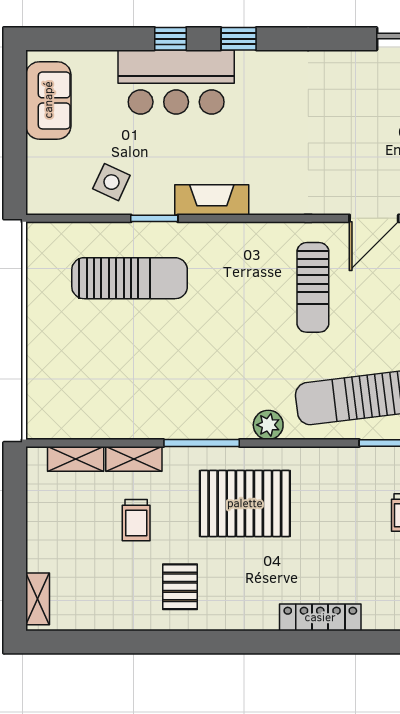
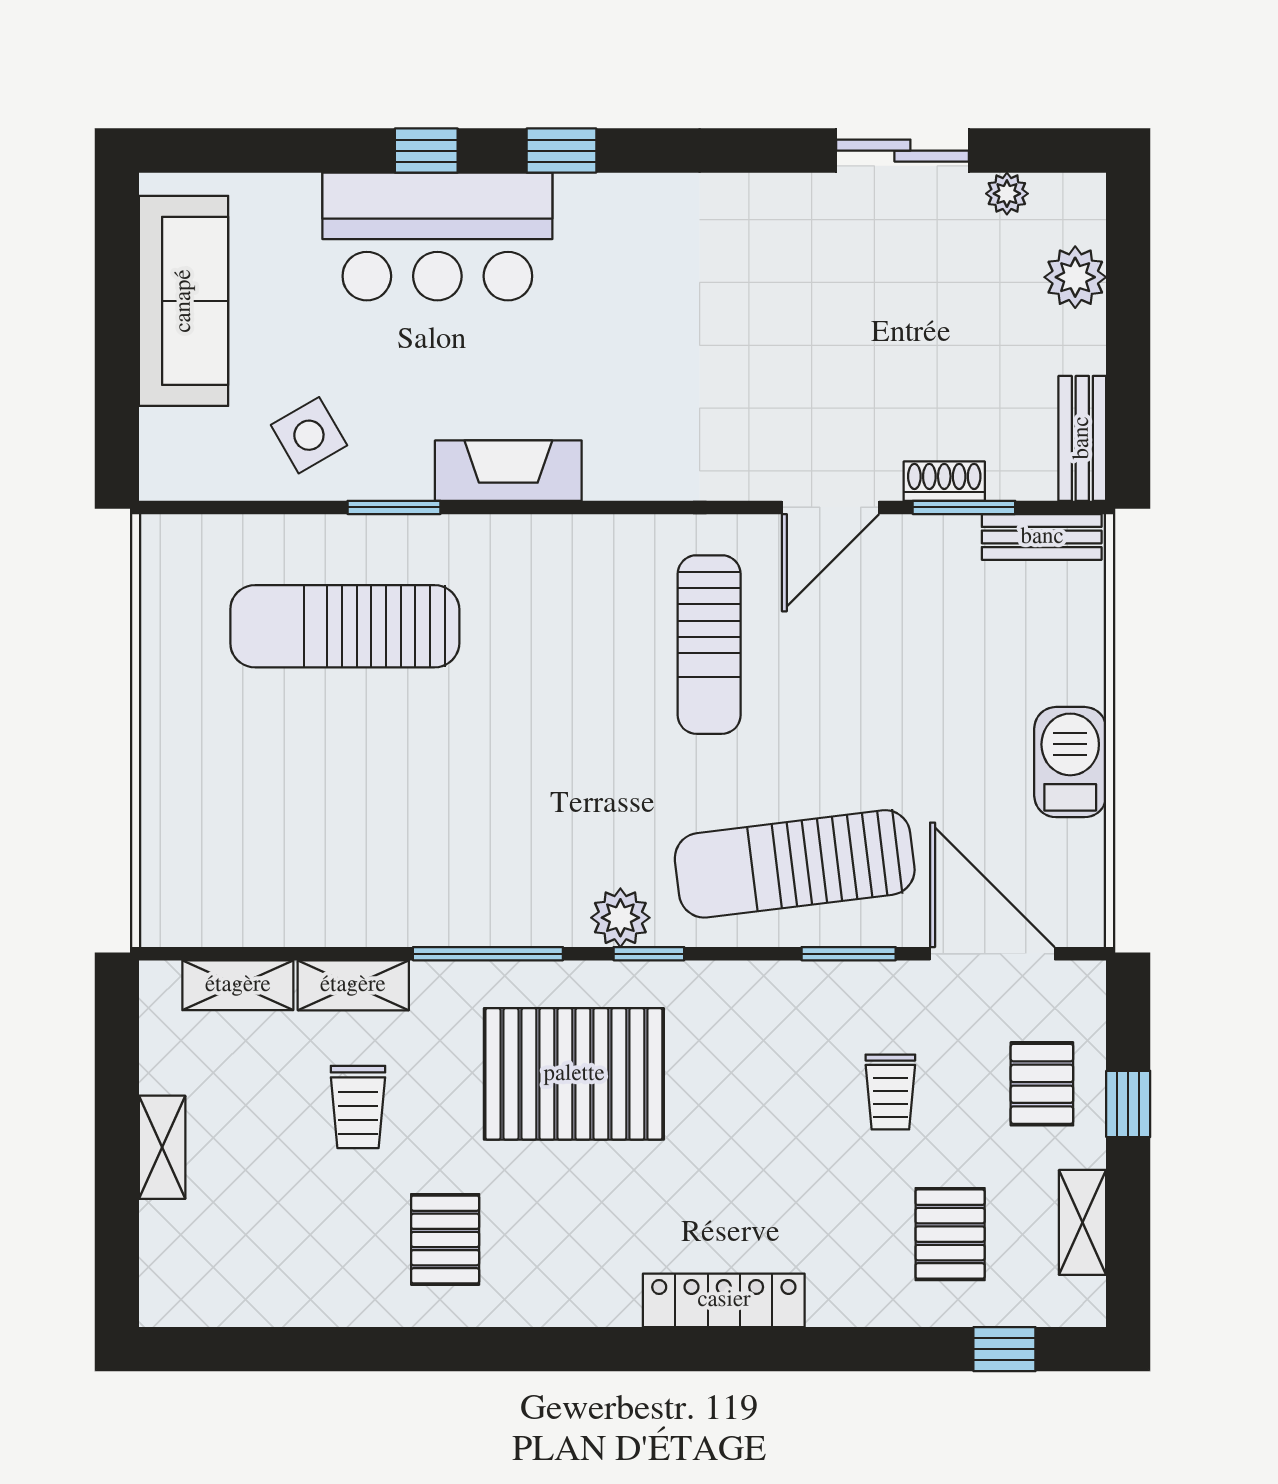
sofa: (48, 100) -> (184, 301), width x1.36
side table: (111, 182) -> (309, 435), turned 35
sun lounger: (130, 278) -> (345, 626), turned 180
window: (283, 443) -> (649, 954), added
shelving: (38, 599) -> (162, 1147), moved

